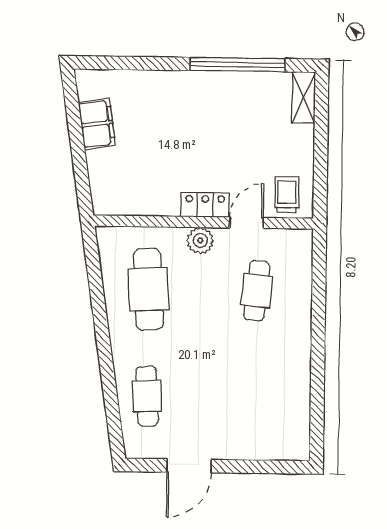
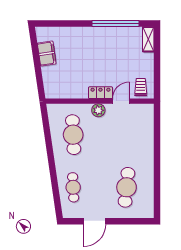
cafe table: (257, 291) -> (127, 187), moved, width x1.37, depth x1.35

